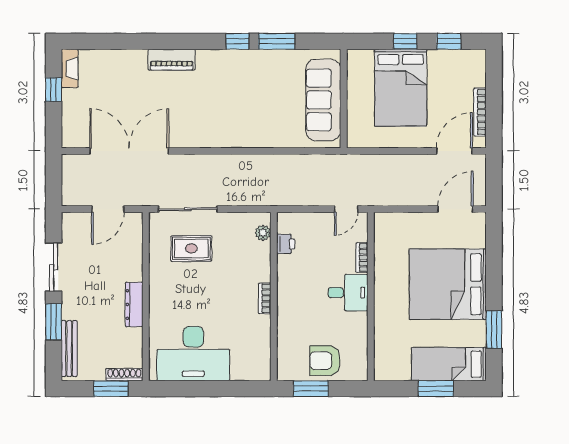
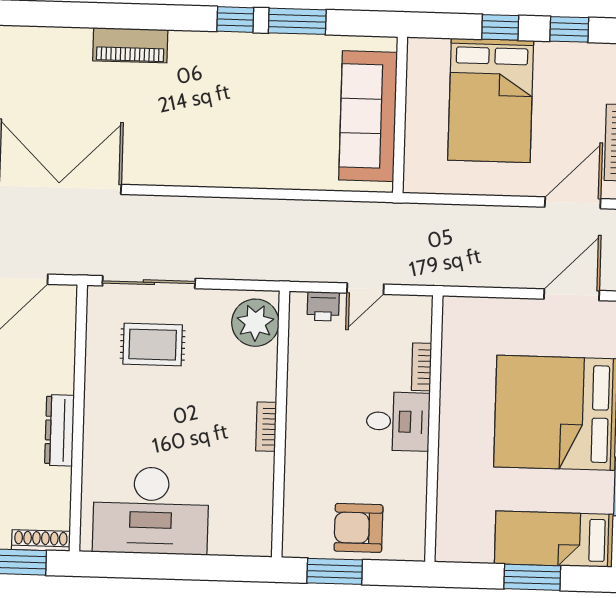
door: (346, 209) -> (365, 289), moved
plant: (263, 233) -> (255, 323), width x1.88, depth x1.88
printer: (286, 244) -> (323, 306), moved, turned 90

